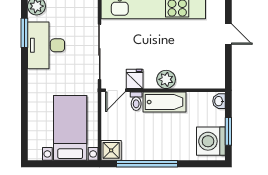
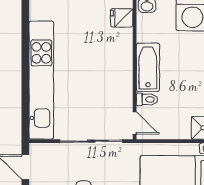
fridge: (135, 79) -> (122, 18), moved
plant: (166, 79) -> (122, 65), removed

